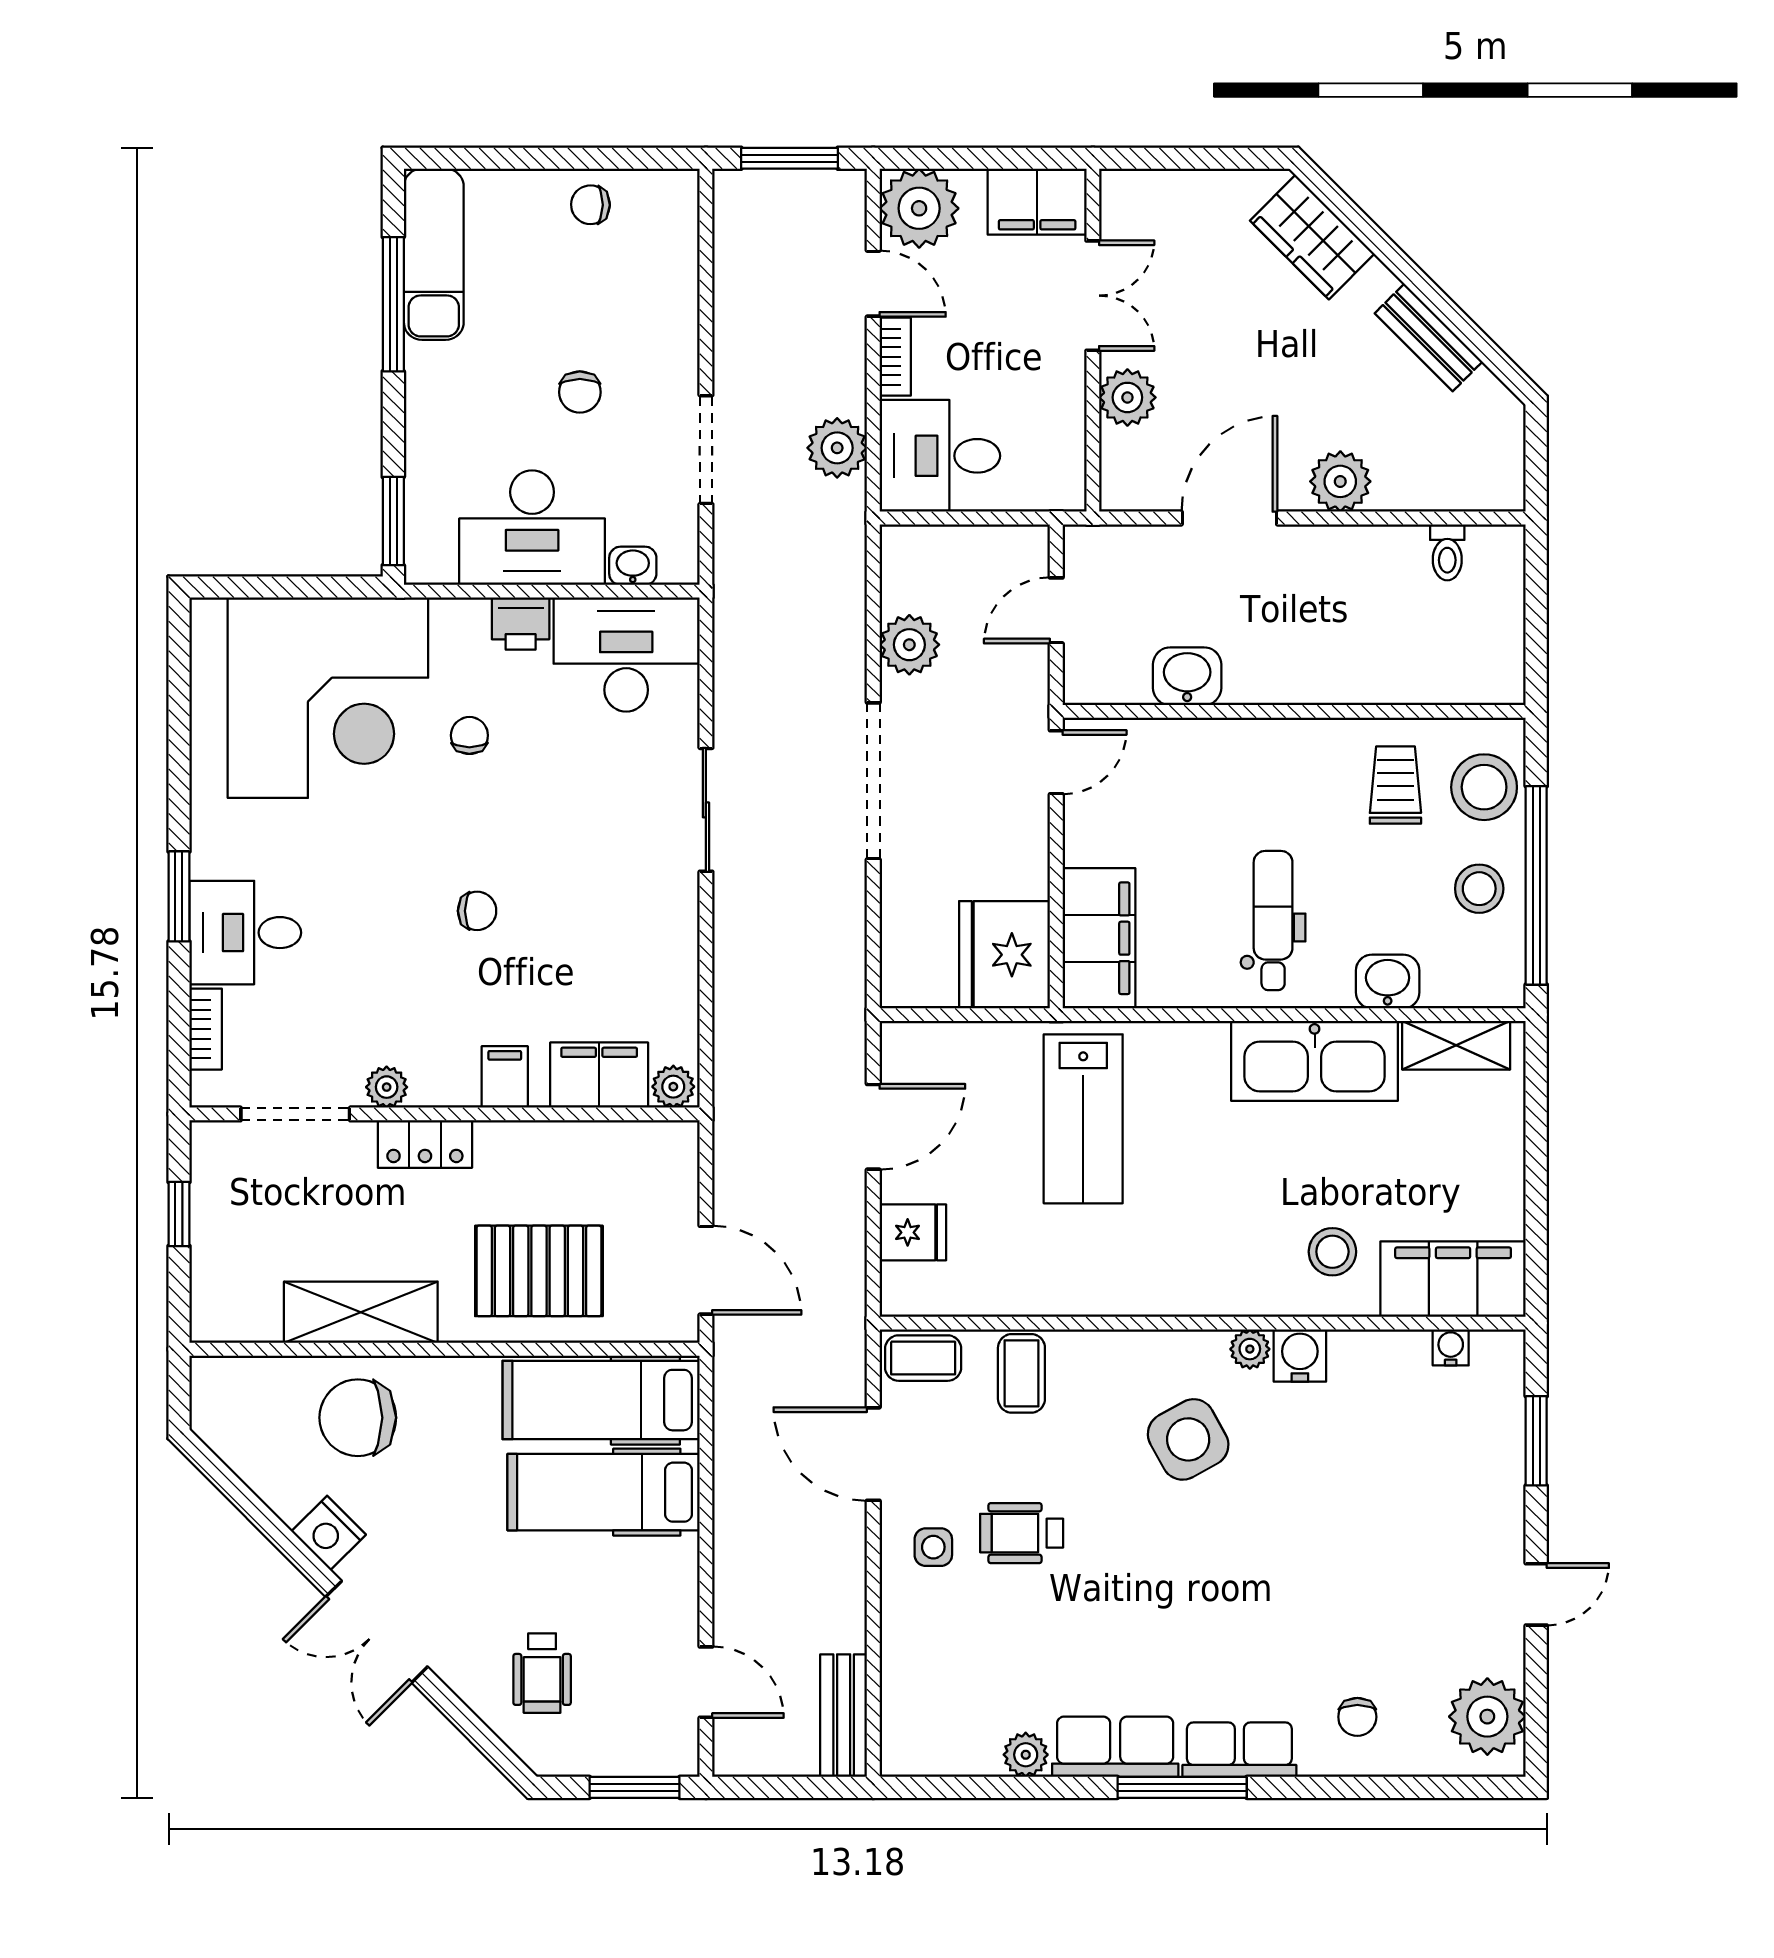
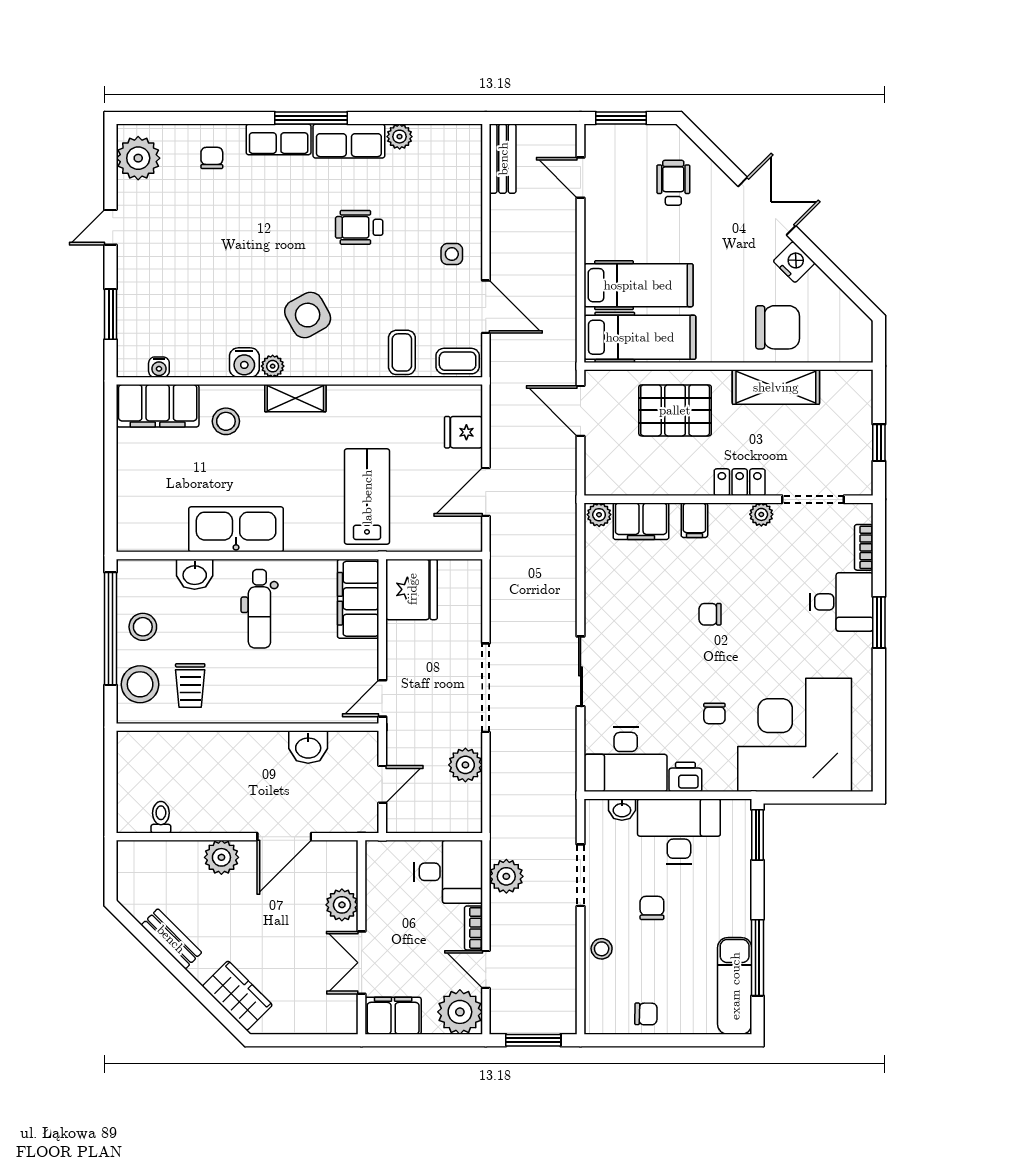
stool: (669, 320) -> (602, 949), added
shelving: (1456, 1045) -> (295, 398), moved
wheelchair: (1022, 1533) -> (359, 227), moved, turned 180

